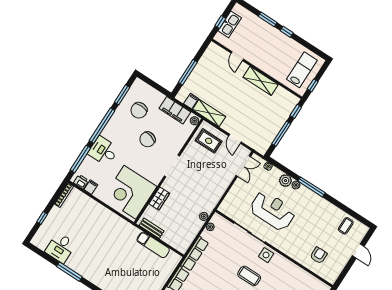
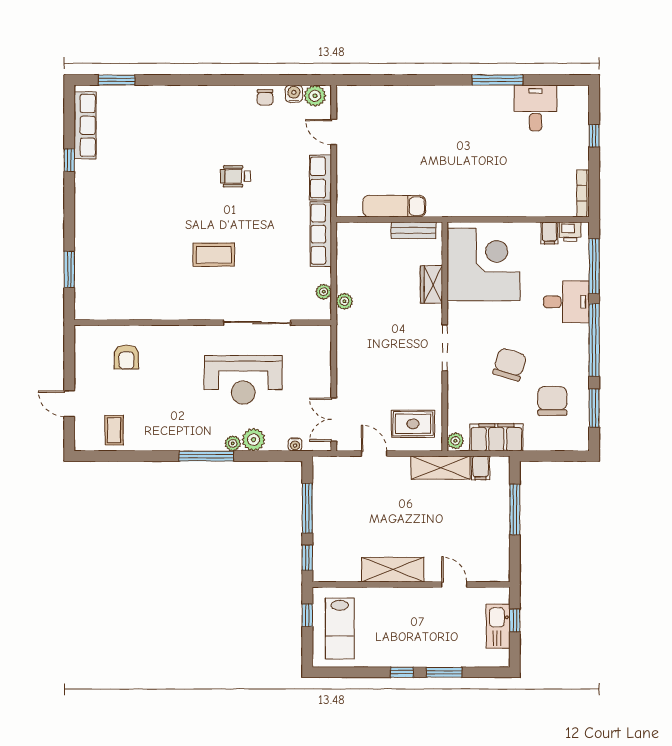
side table: (266, 255) -> (209, 304), removed

